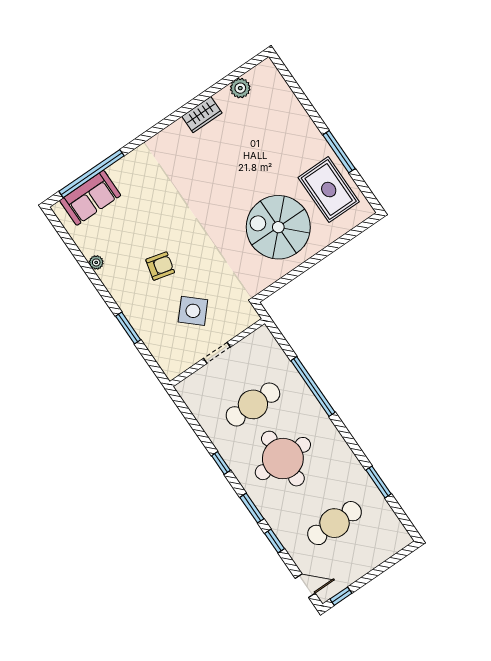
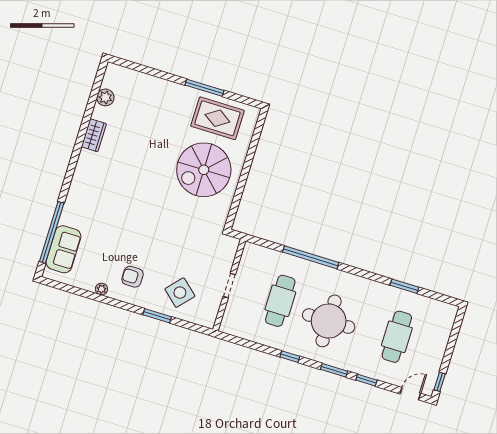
armchair: (160, 266) -> (133, 277), moved, turned -104
side table: (193, 311) -> (180, 293), moved

